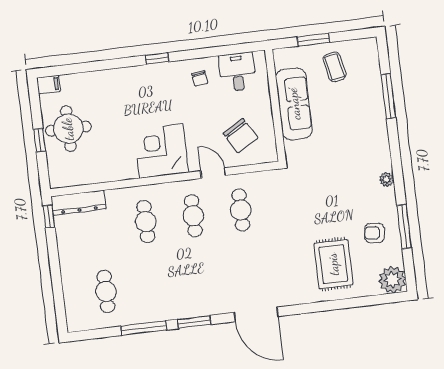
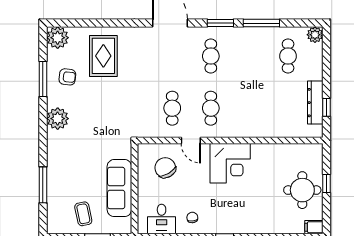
plant: (387, 179) -> (58, 119), width x1.88, depth x1.88
dresser: (79, 203) -> (315, 103), moved, turned -90
window: (49, 217) -> (327, 107), moved
cafe table: (146, 222) -> (211, 56), moved
plant: (76, 322) -> (315, 35), added

